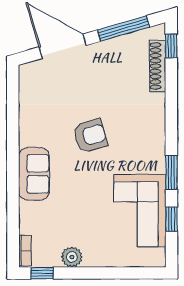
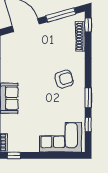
armchair: (90, 136) -> (64, 79), moved
corner sofa: (140, 211) -> (60, 137), moved, turned 90
plant: (72, 257) -> (31, 146), removed

